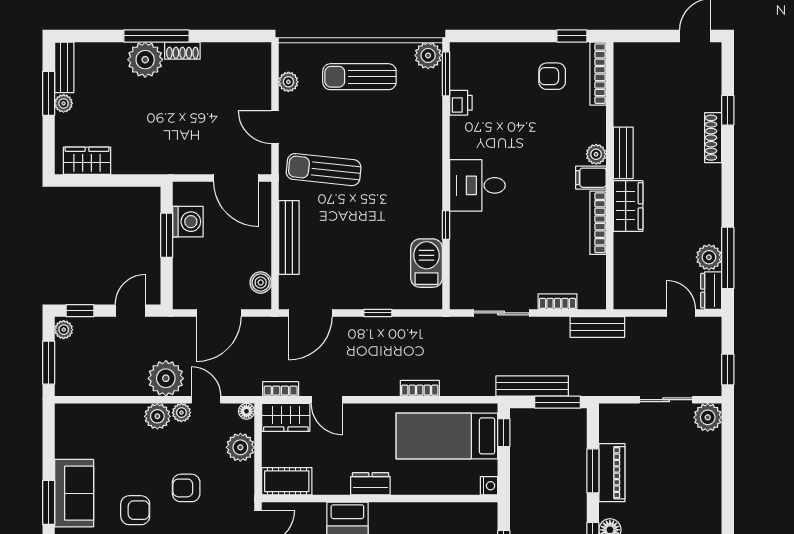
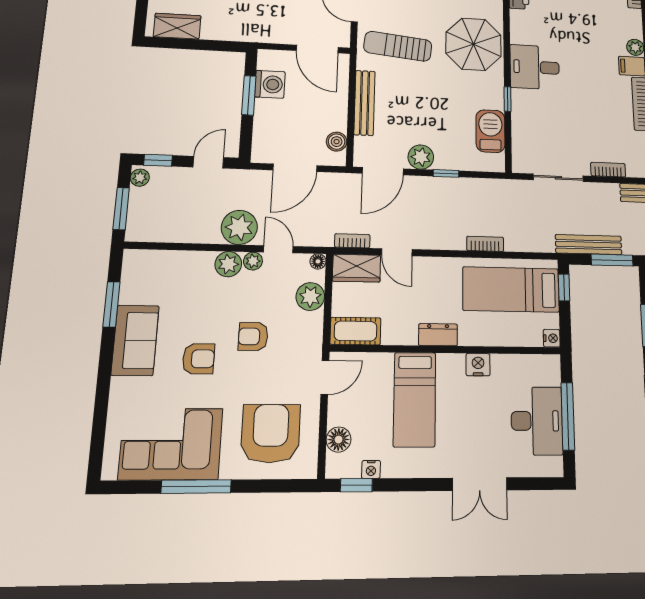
parasol: (408, 162) -> (473, 44), added
plant: (351, 296) -> (421, 157), added
window: (49, 502) -> (111, 304), moved
nightstand: (412, 513) -> (478, 365), added

